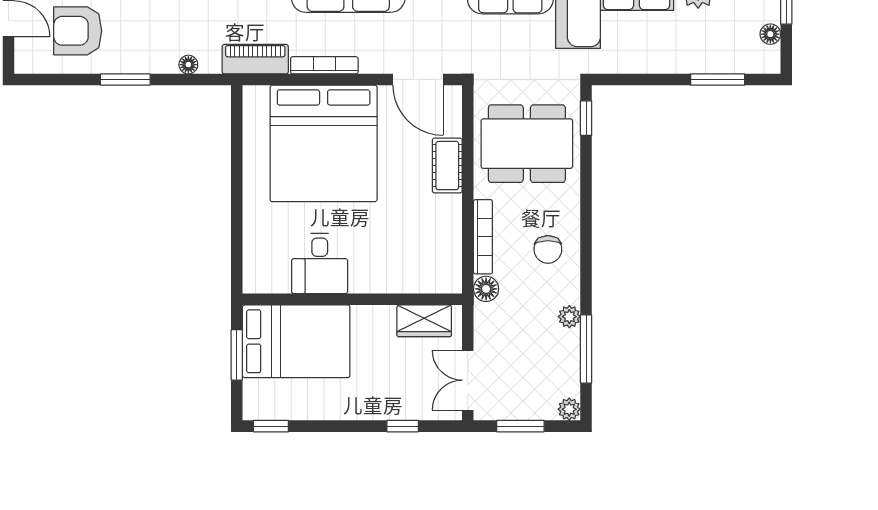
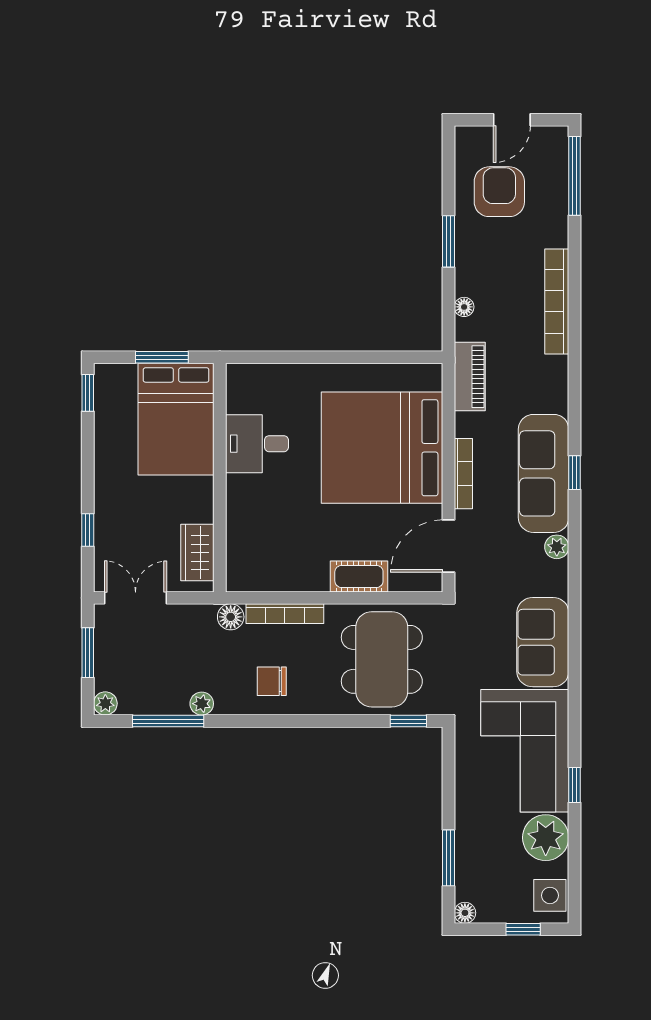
floor lamp: (770, 34) -> (465, 913), moved
bookcase: (324, 65) -> (463, 474), moved

